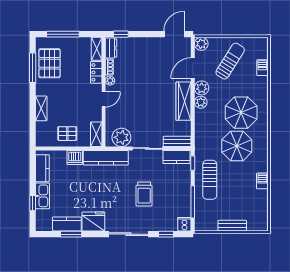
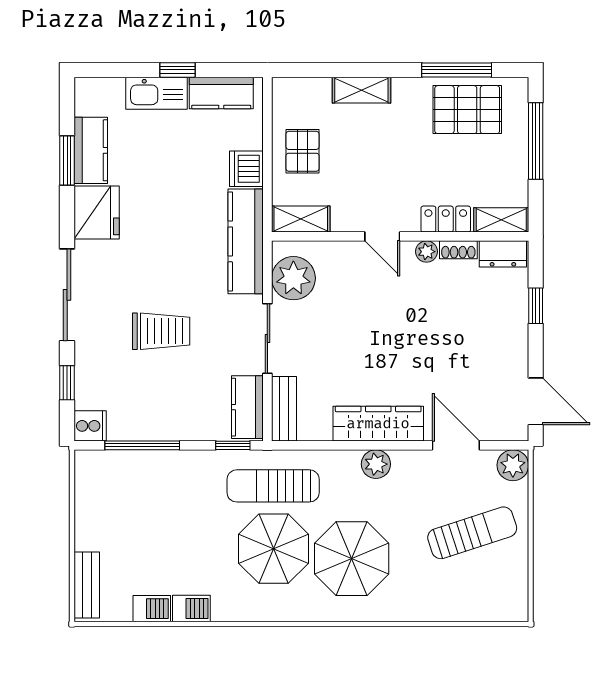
window: (121, 34) -> (536, 306), moved
sun lounger: (230, 61) -> (472, 533), turned -50
barbecue: (262, 68) -> (152, 609), moved
plant: (202, 88) -> (409, 466), removed
sun lounger: (210, 180) -> (273, 486), moved
trolley: (144, 194) -> (161, 331), turned 180
window: (33, 203) -> (178, 70), moved
bench: (232, 226) -> (87, 585), moved

